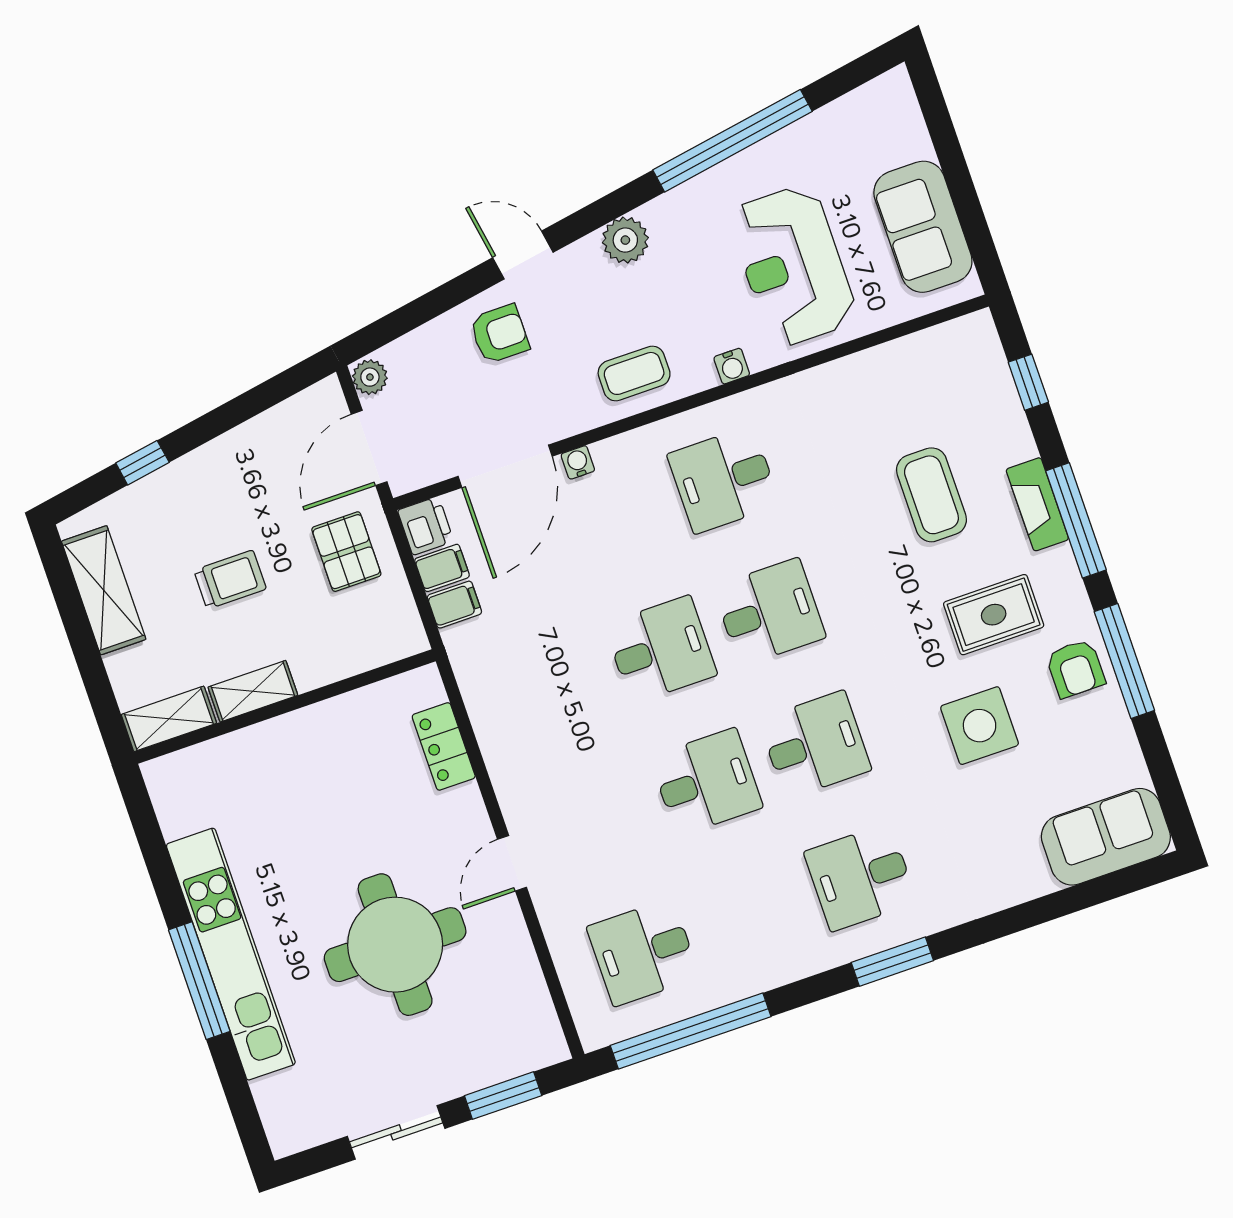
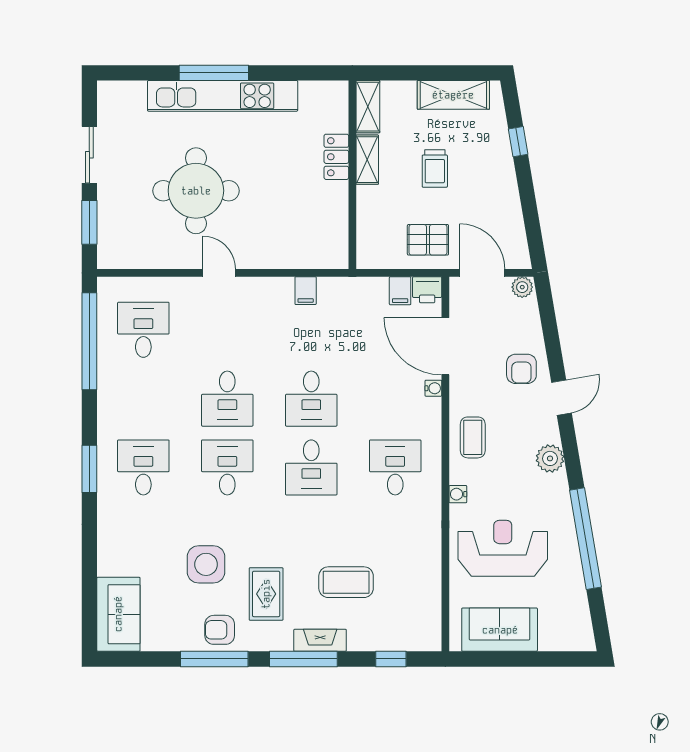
filing cabinet: (454, 605) -> (306, 291), moved
desk: (815, 745) -> (227, 467), turned 180
locker: (444, 746) -> (336, 157), moved, turned -90

